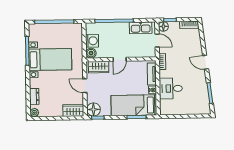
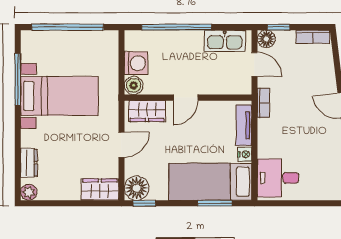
door: (85, 86) -> (121, 145), swing flipped
desk: (171, 88) -> (278, 178), moved

